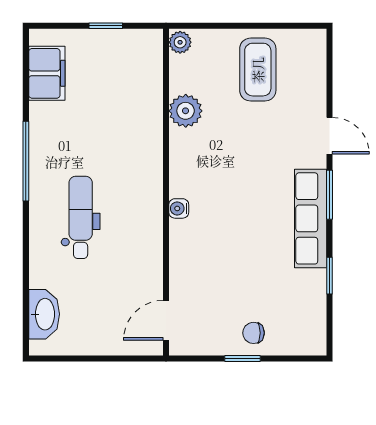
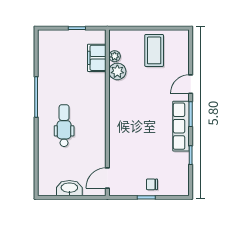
plant: (180, 42) -> (115, 56), moved
filing cabinet: (47, 73) -> (97, 58), moved, turned 180
door: (329, 136) -> (191, 84), swing flipped
water cooler: (179, 208) -> (114, 121), removed
washbasin: (44, 314) -> (69, 188), moved, turned -90

